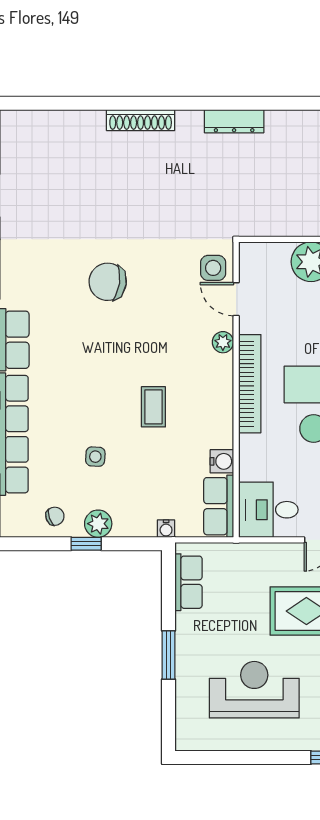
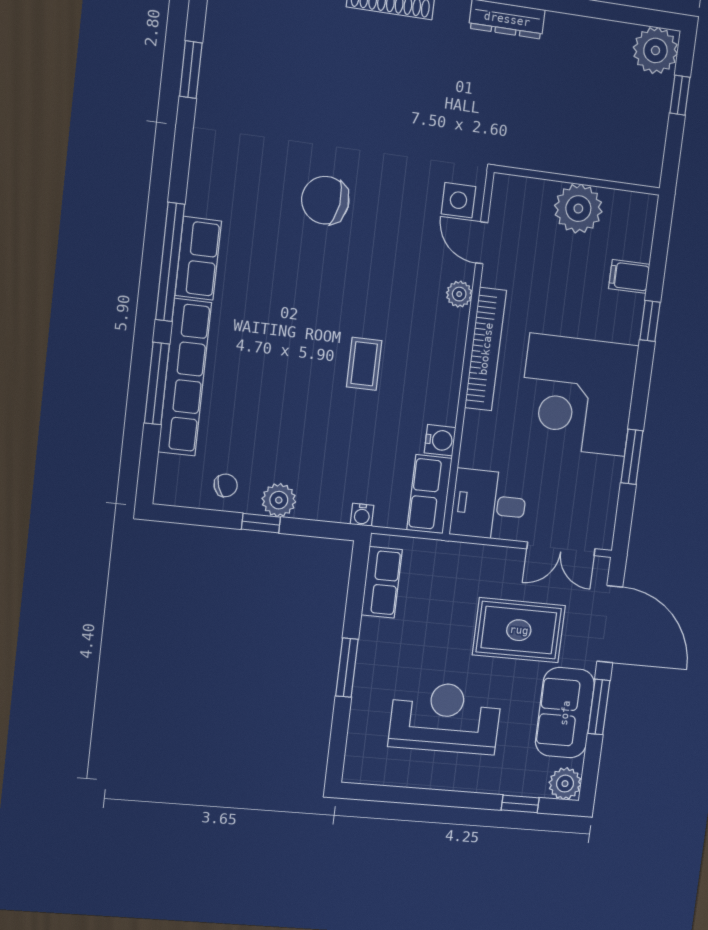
side table: (95, 457) -> (285, 417), removed

